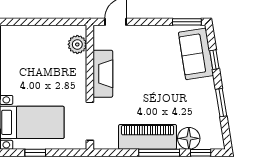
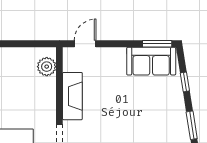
sofa: (196, 54) -> (151, 61), moved, turned -81

